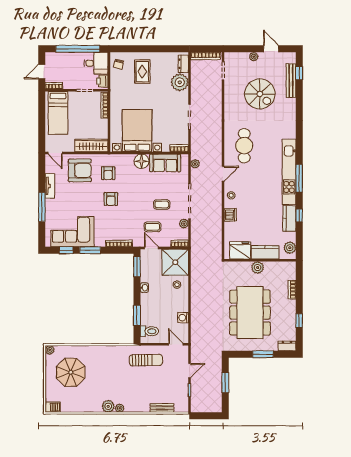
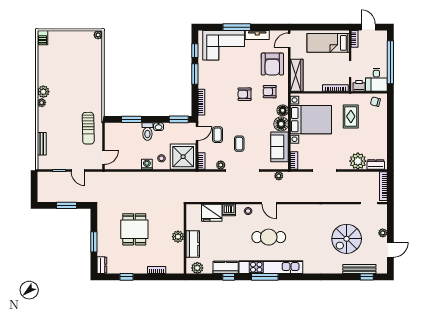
rug: (142, 72) -> (351, 116), moved, turned 90
cafe table: (244, 146) -> (269, 237), moved
floor lamp: (128, 160) -> (283, 110), added
corner sofa: (72, 232) -> (224, 45), moved, turned 90
fridge: (240, 250) -> (212, 213), moved, turned 90
dining table: (250, 313) -> (134, 229), width x0.53, depth x0.80
washing machine: (183, 318) -> (147, 164), moved
toilet: (149, 331) -> (147, 132), moved
parasol: (71, 372) -> (76, 55), removed

